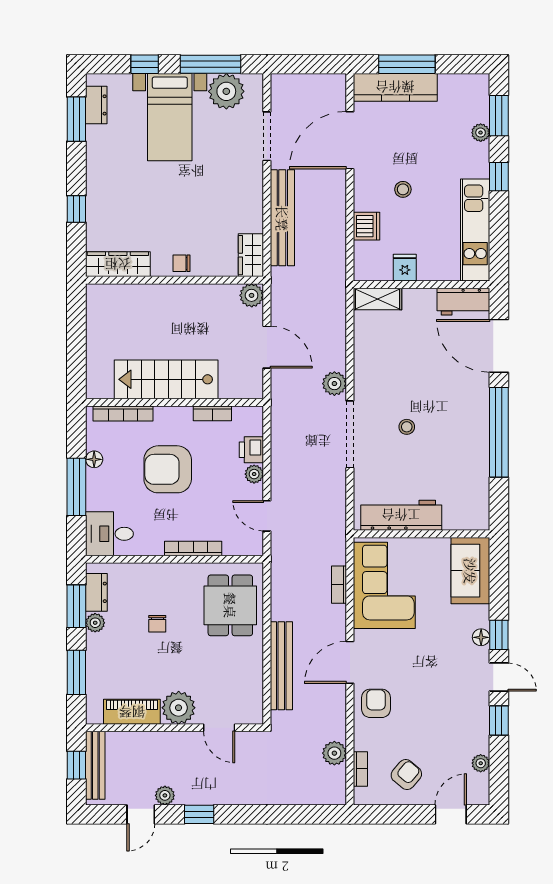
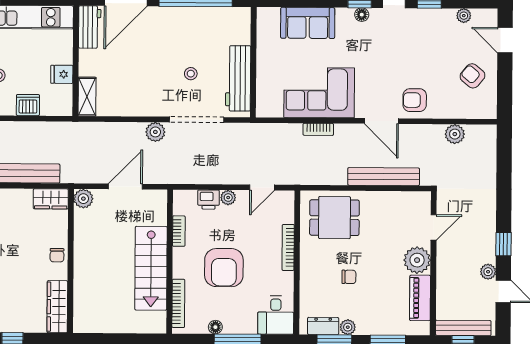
workbench: (401, 515) -> (238, 78), moved
wall: (421, 534) -> (253, 62), moved
bookcase: (360, 769) -> (468, 113), removed

